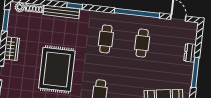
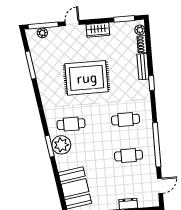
bench: (61, 12) -> (143, 67), width x0.73

